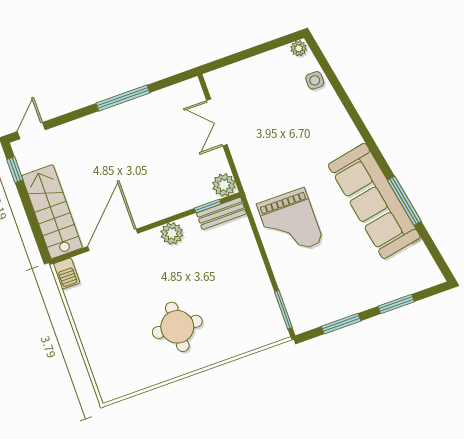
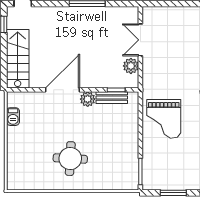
plant: (224, 185) -> (131, 66), moved
bench: (221, 213) -> (112, 98), moved
door: (113, 240) -> (62, 90), moved
barbecue: (66, 273) -> (13, 117), moved

